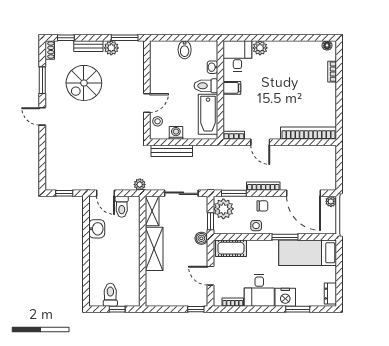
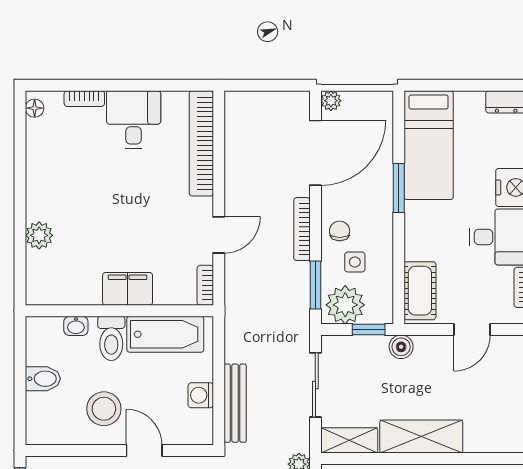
desk: (237, 56) -> (134, 120), moved, turned 90
filing cabinet: (232, 88) -> (128, 289), width x2.00
stool: (158, 121) -> (104, 409), moved, width x1.89, depth x1.89
side table: (256, 226) -> (355, 262), moved

